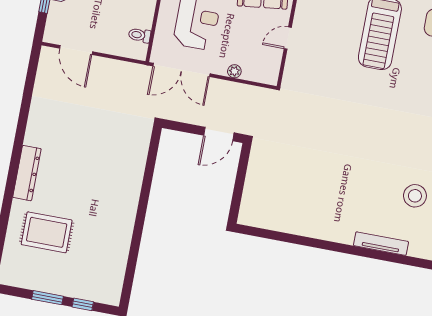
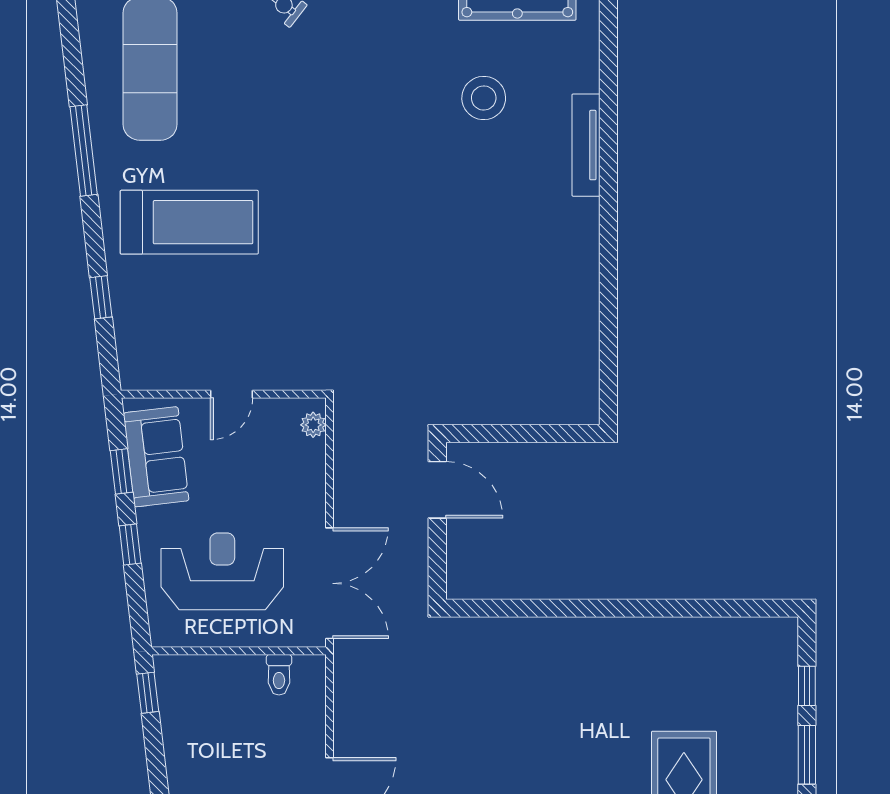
door: (288, 38) -> (232, 394), hinge flipped
plant: (234, 71) -> (313, 425), moved

